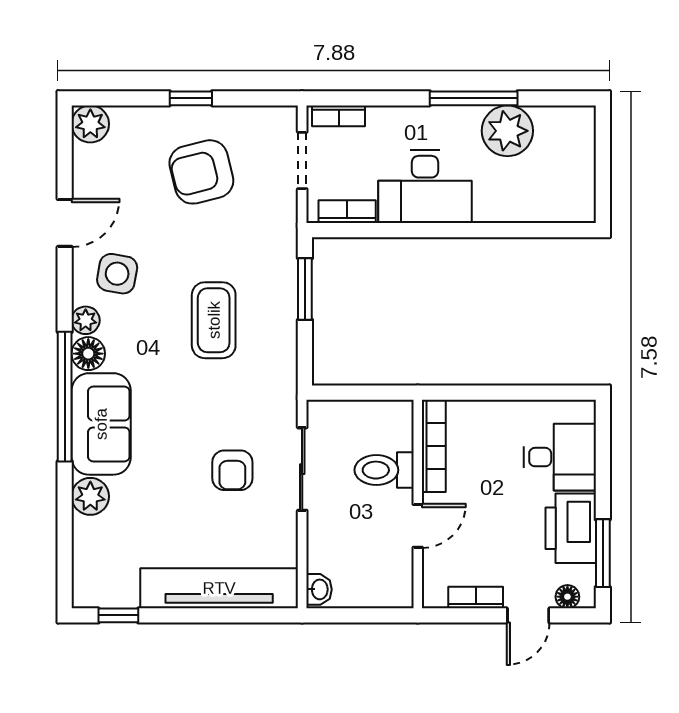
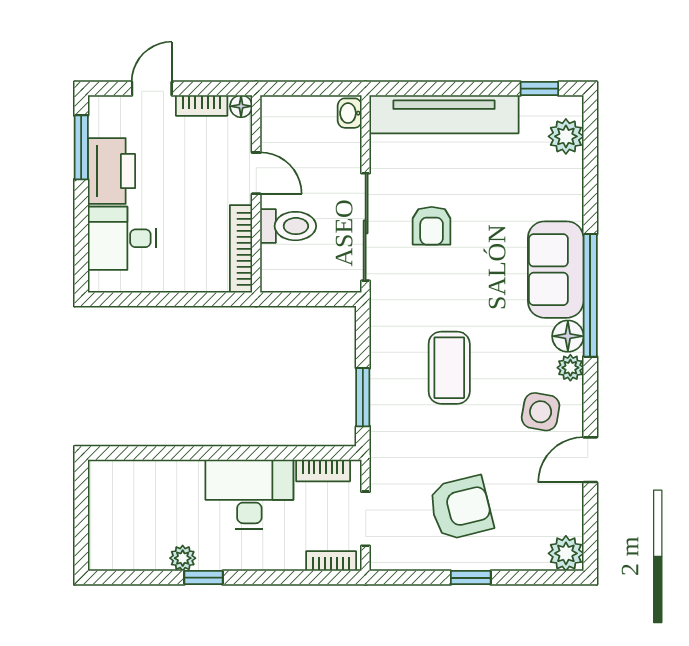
window: (474, 98) -> (203, 578), width x0.46
plant: (507, 131) -> (183, 558), width x0.53, depth x0.53
sliding door: (302, 469) -> (366, 227), width x1.37
armchair: (232, 470) -> (432, 226), turned 180
plant: (90, 496) -> (566, 136), moved
door: (418, 526) -> (256, 173), swing flipped
floor lamp: (567, 597) -> (241, 106), moved

